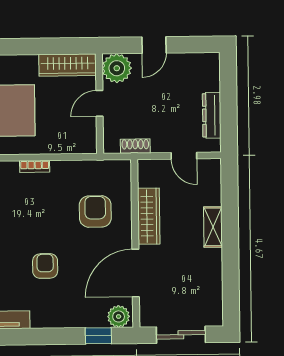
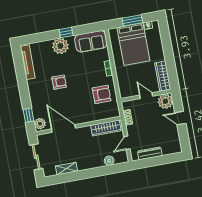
boiler: (212, 196) -> (109, 161), added
armchair: (95, 211) -> (102, 94), moved
wardrobe: (149, 216) -> (106, 128), moved
shelving: (213, 227) -> (66, 169), moved

